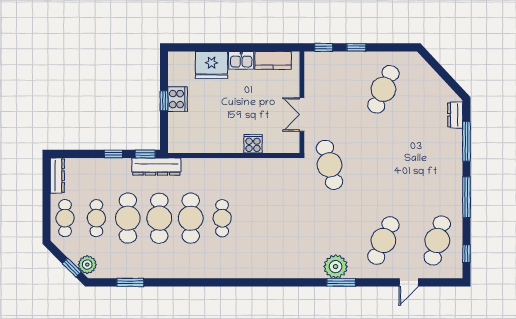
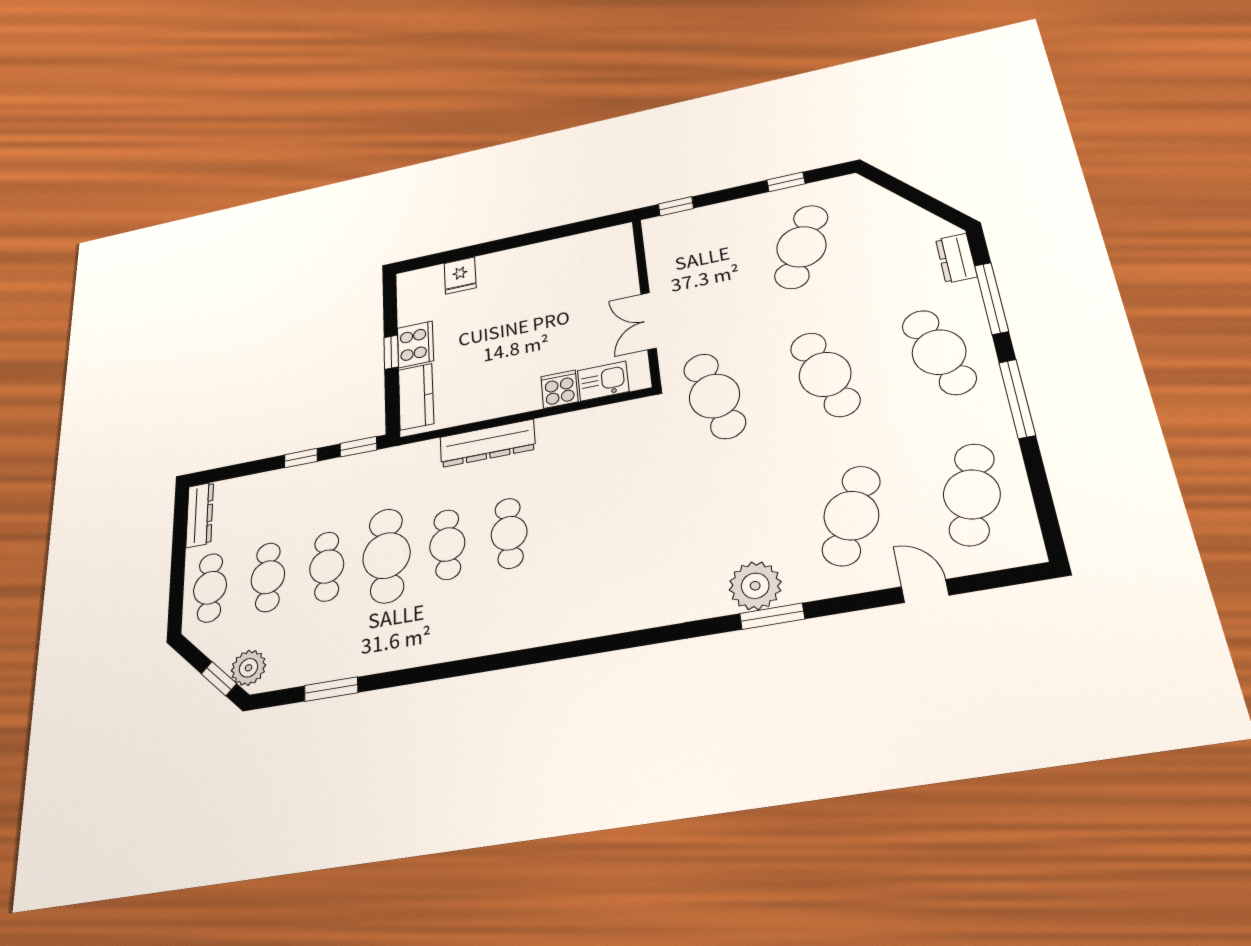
window: (356, 47) -> (786, 182), moved
kitchen sink: (241, 60) -> (603, 381), moved, turned 180
kitchen counter: (273, 60) -> (416, 397), moved, turned -90
fridge: (211, 65) -> (460, 276), width x0.53, depth x0.75
cafe table: (383, 165) -> (825, 374), added
cafe table: (437, 165) -> (939, 352), added
dresser: (156, 167) -> (487, 443), moved
cafe table: (128, 218) -> (327, 566), width x0.73, depth x0.74
cafe table: (191, 218) -> (447, 544), width x0.73, depth x0.74
window: (466, 254) -> (1045, 509), removed
door: (409, 282) -> (925, 591), swing flipped

